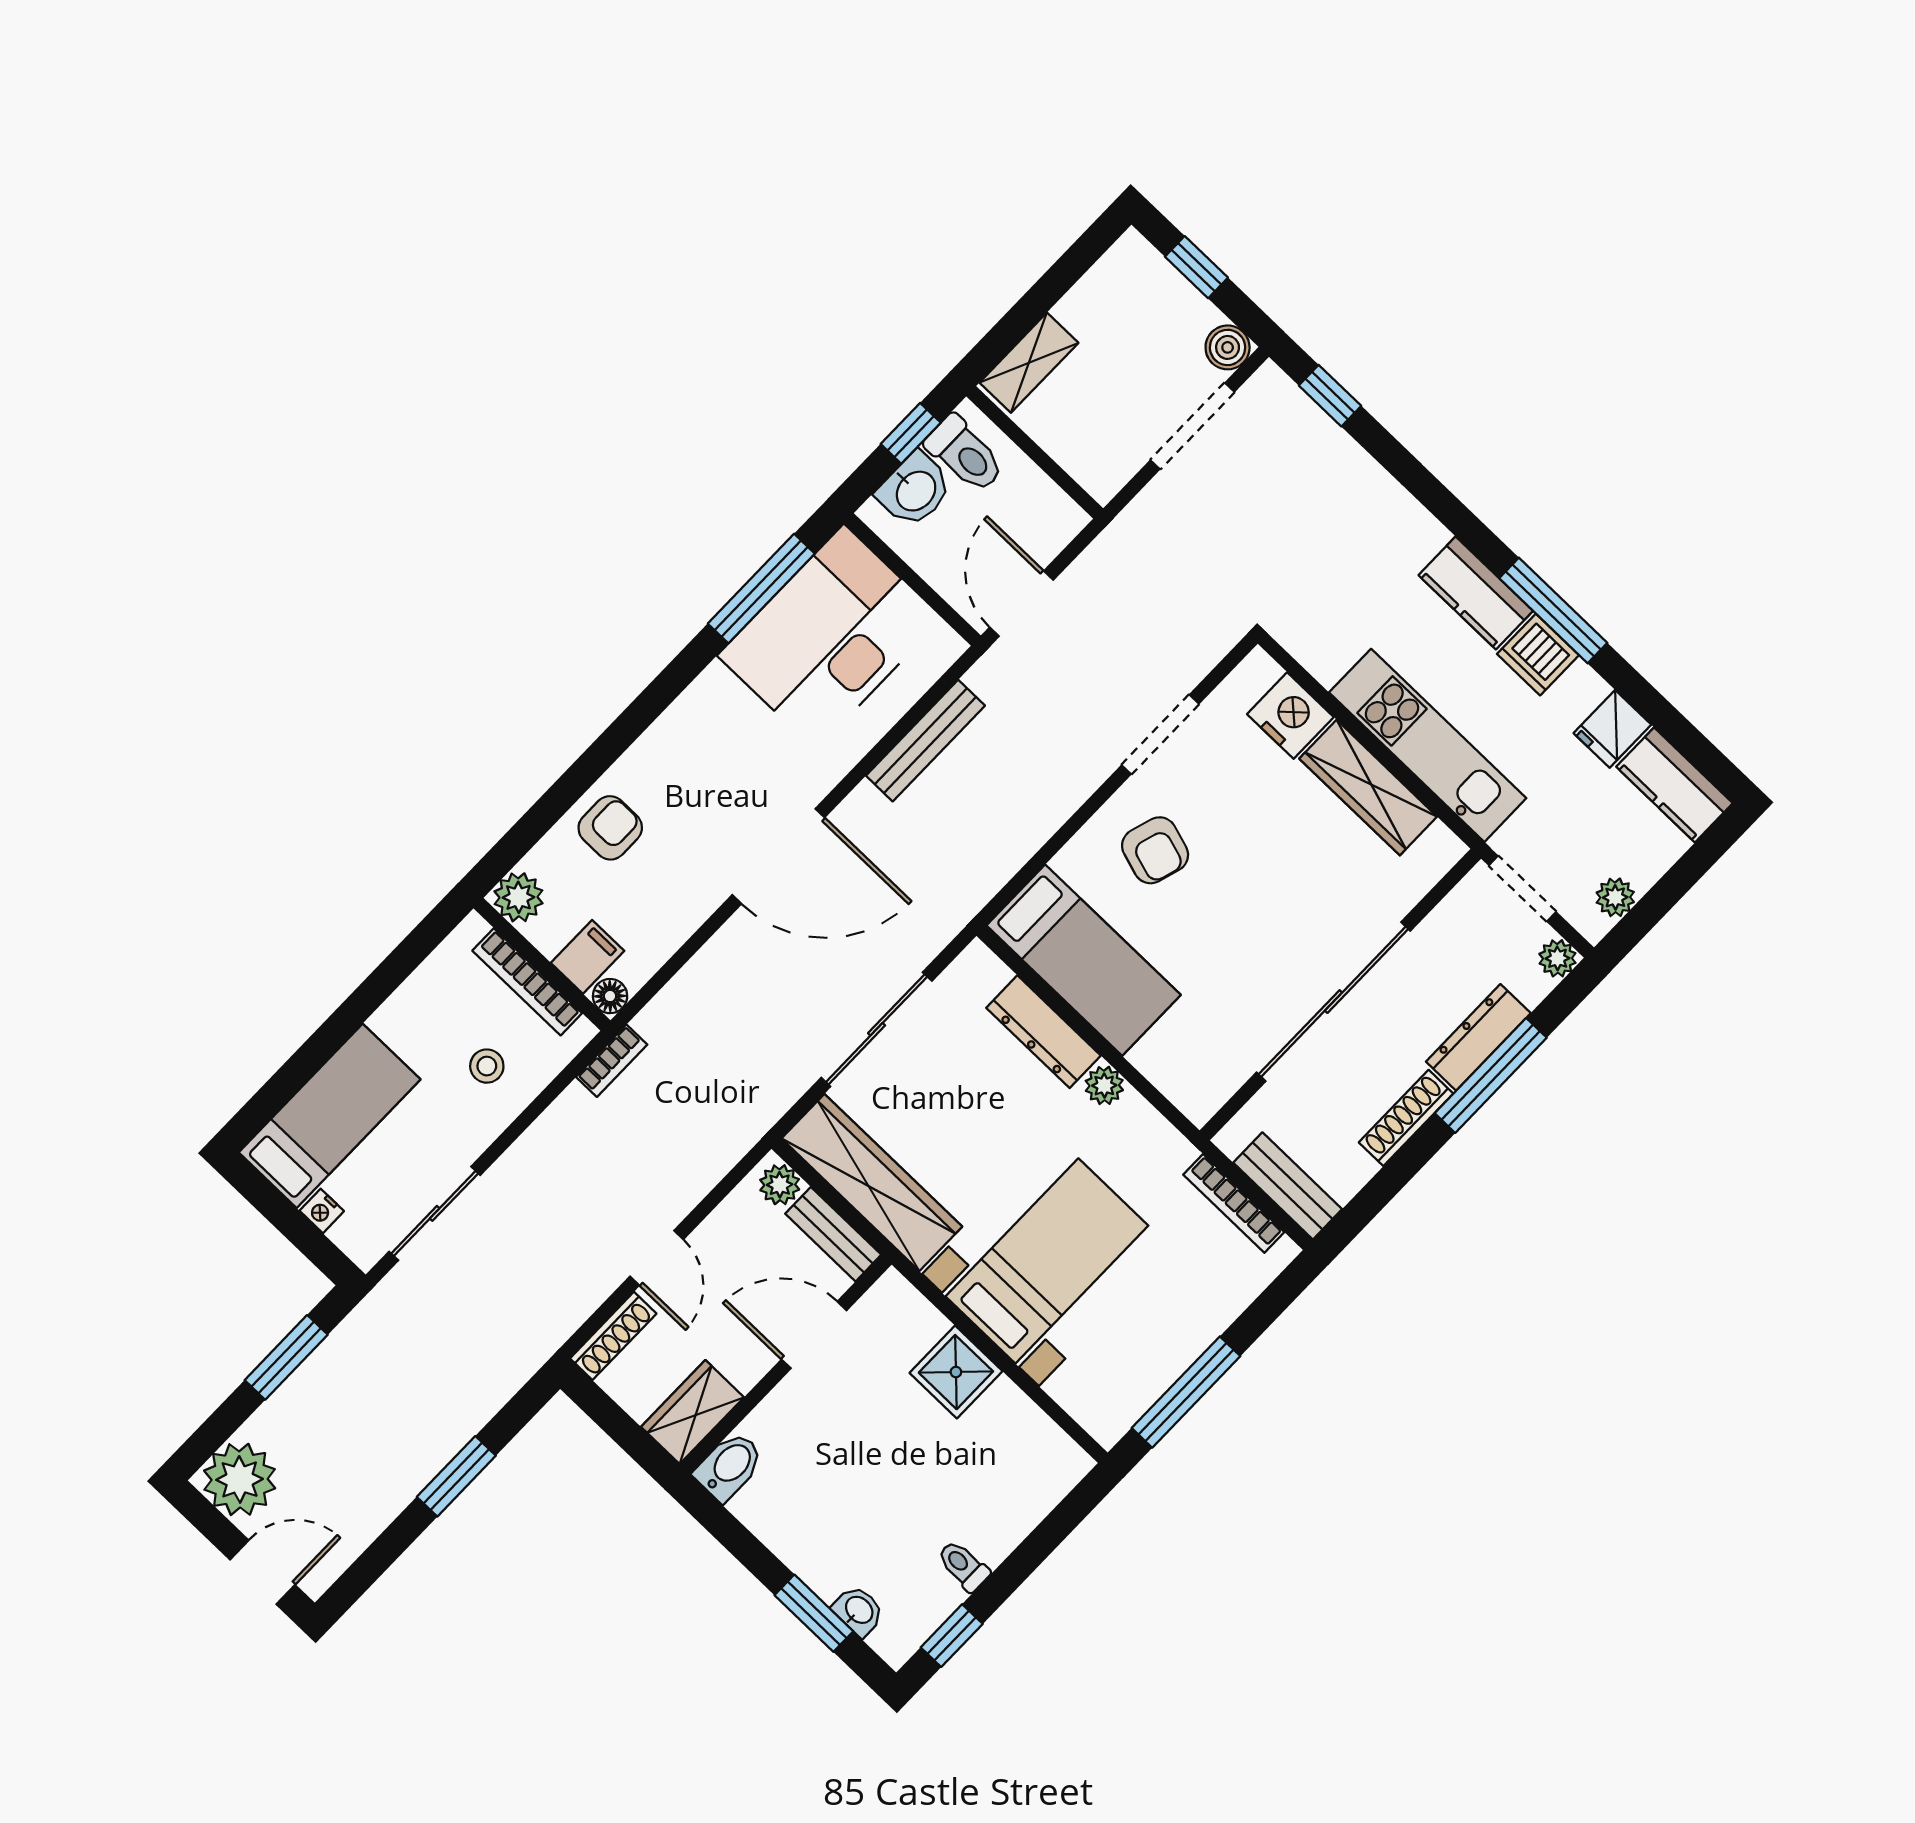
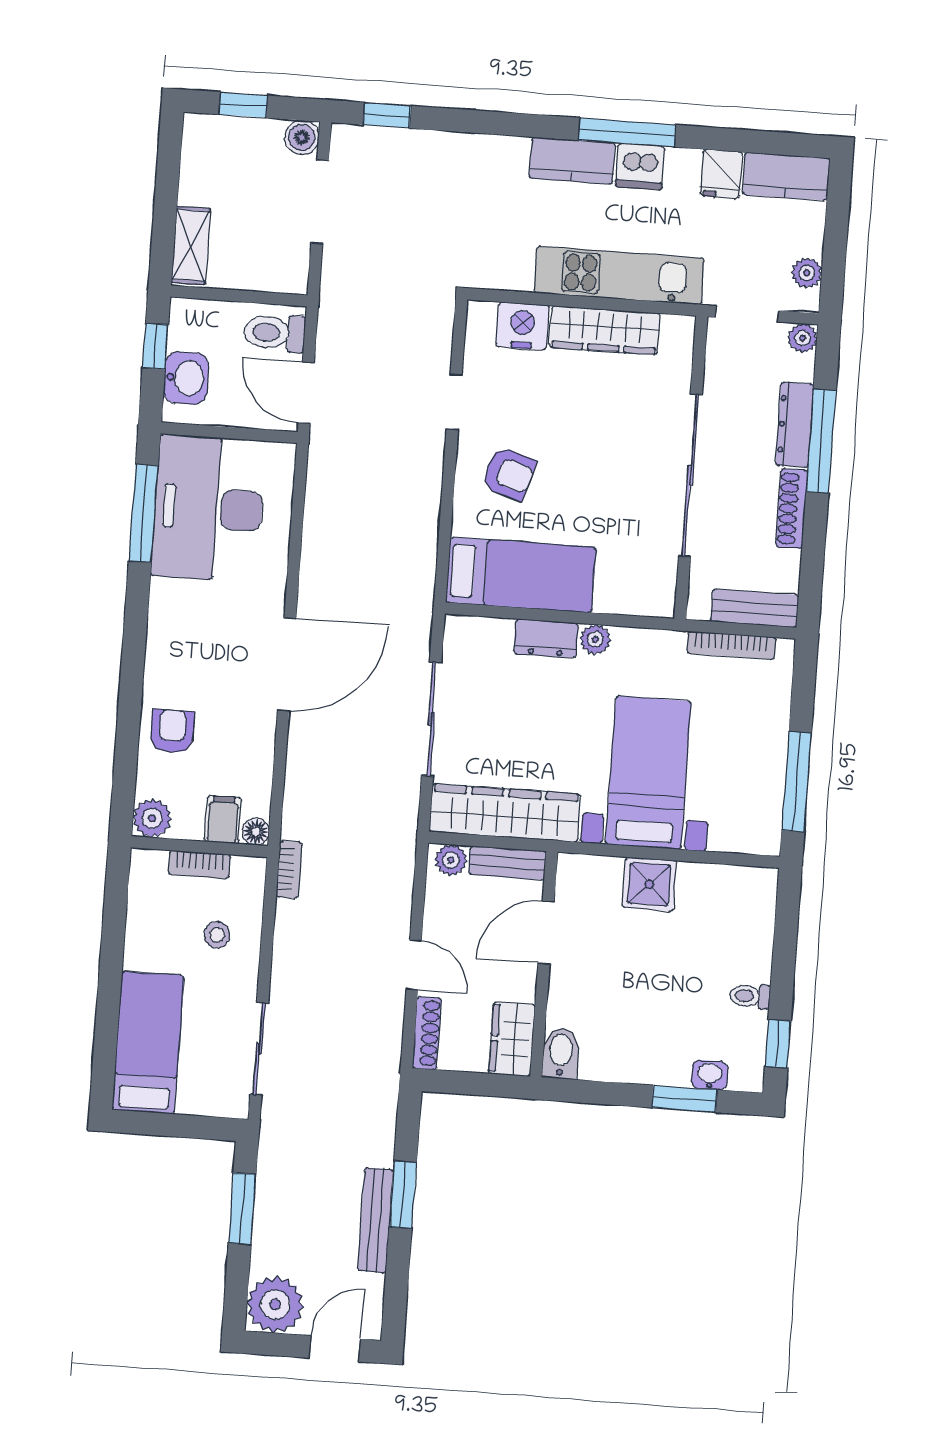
toilet: (965, 454) -> (274, 333), moved, turned 180
doorway: (1160, 734) -> (454, 402), width x0.73
bench: (925, 741) -> (375, 1220), moved
bookcase: (527, 982) -> (199, 864), width x0.64
dresser: (1044, 1032) -> (546, 638), width x0.70
nightstand: (322, 1211) -> (191, 1103), removed

